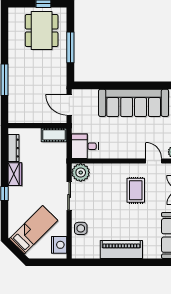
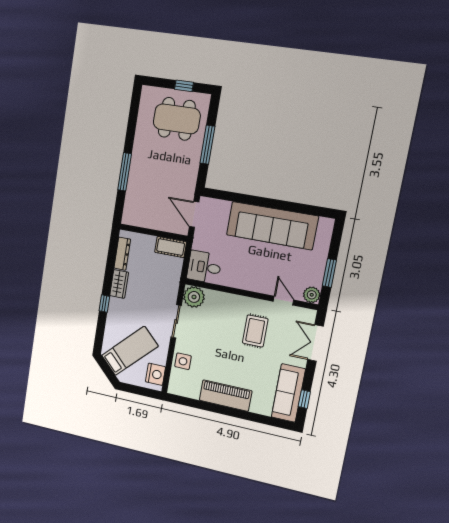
dining table: (42, 30) -> (177, 119), turned 90

